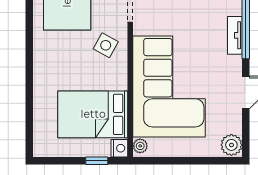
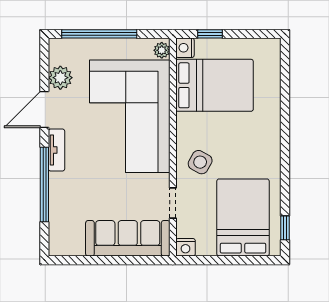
tv unit: (235, 35) -> (57, 150), moved
plant: (231, 145) -> (60, 78), moved
window: (196, 161) -> (99, 34), added

